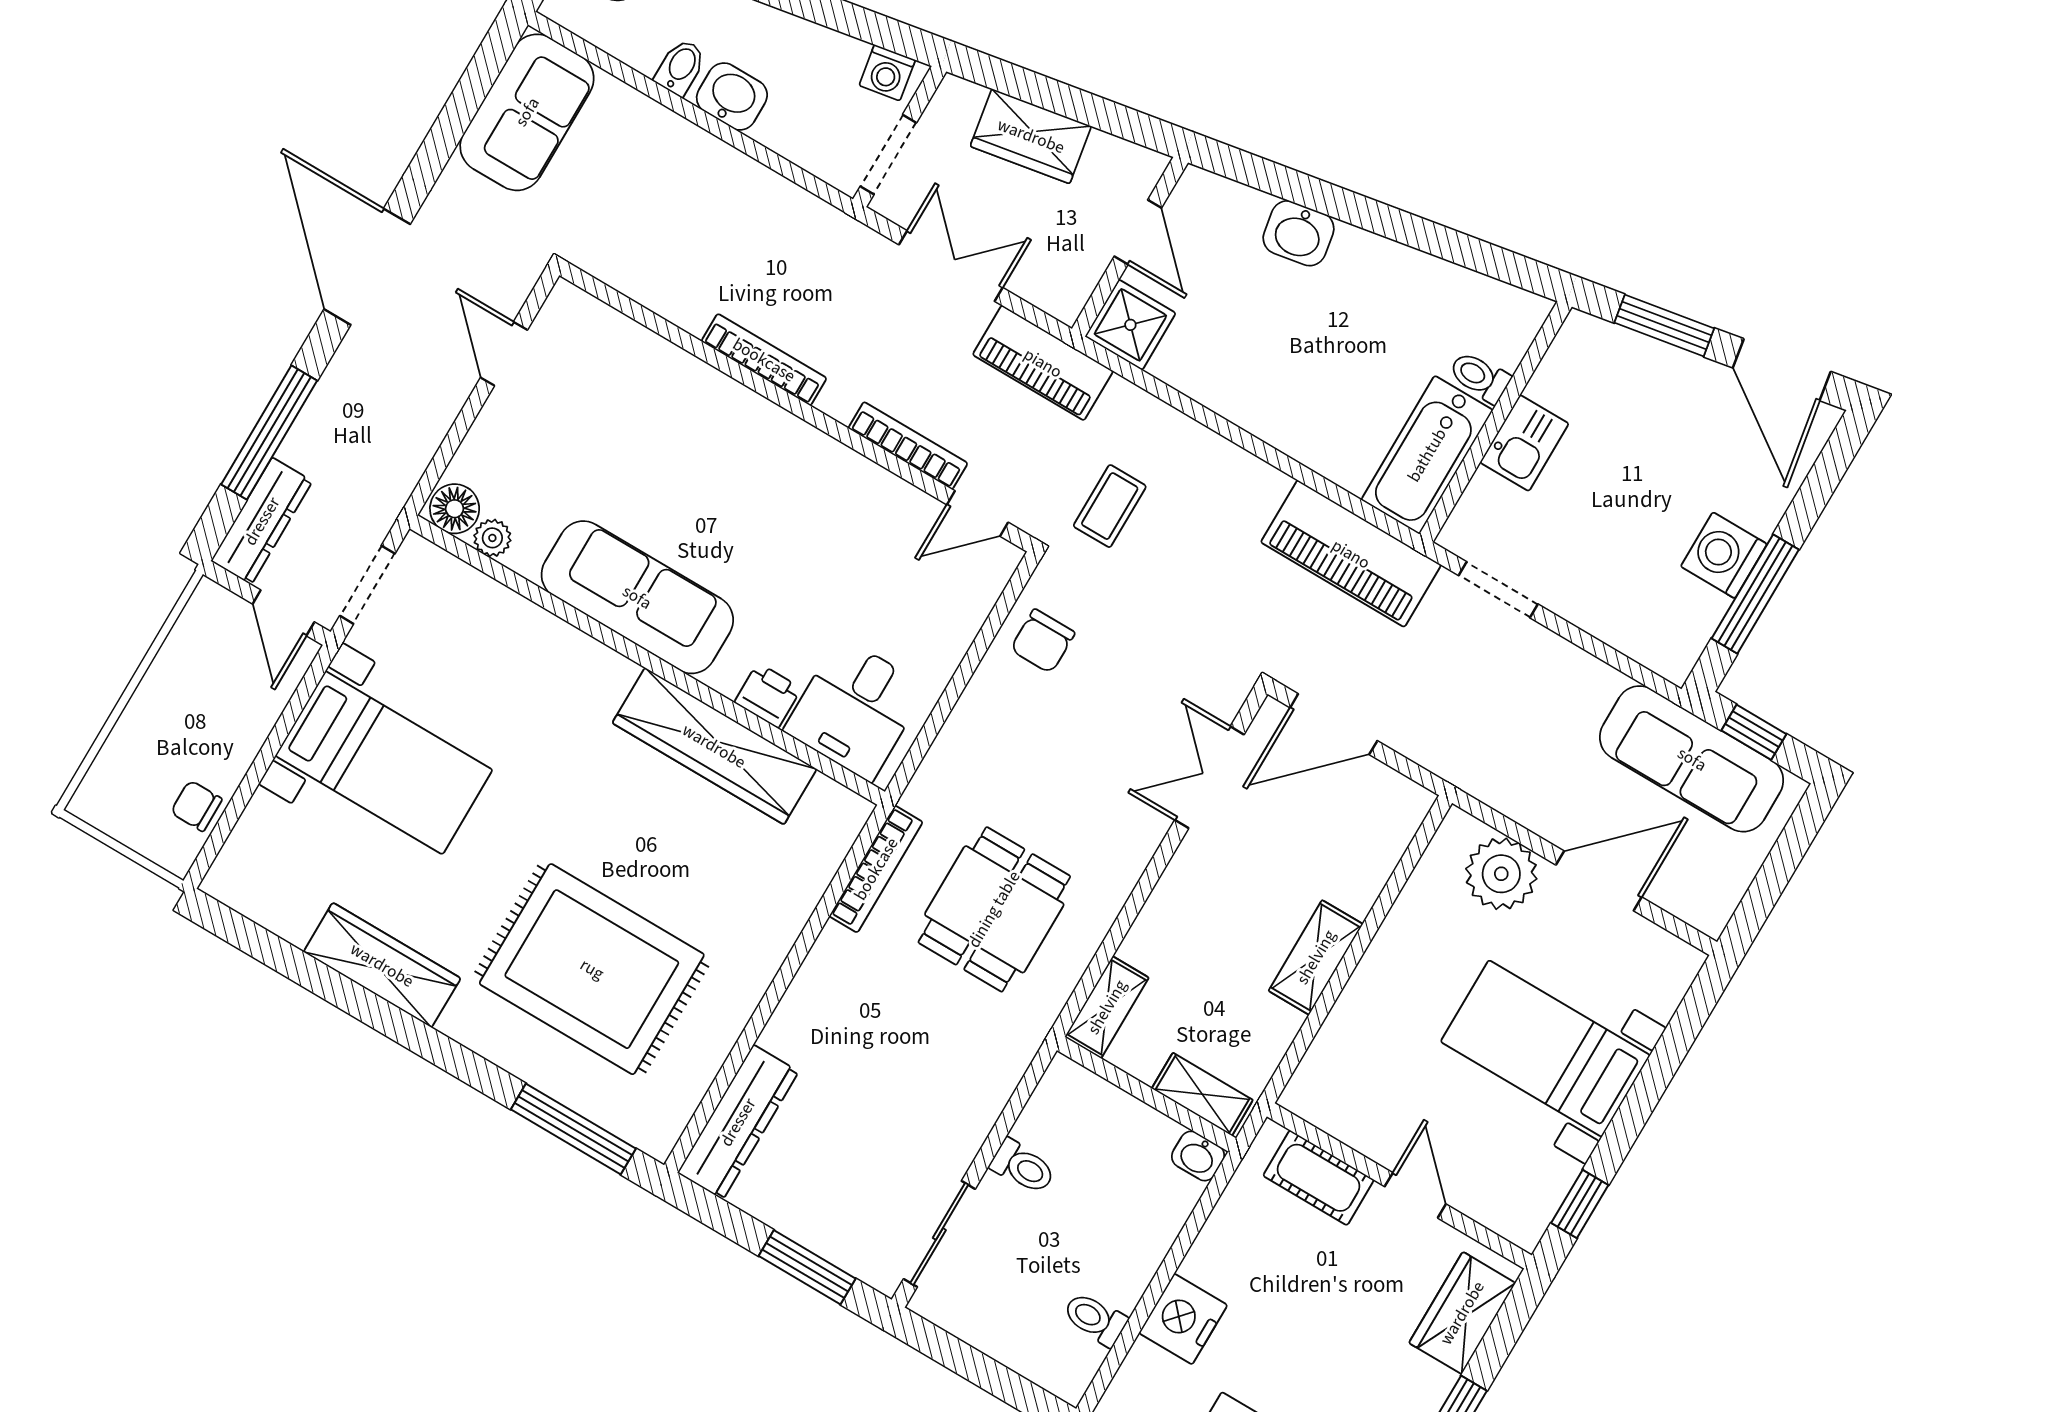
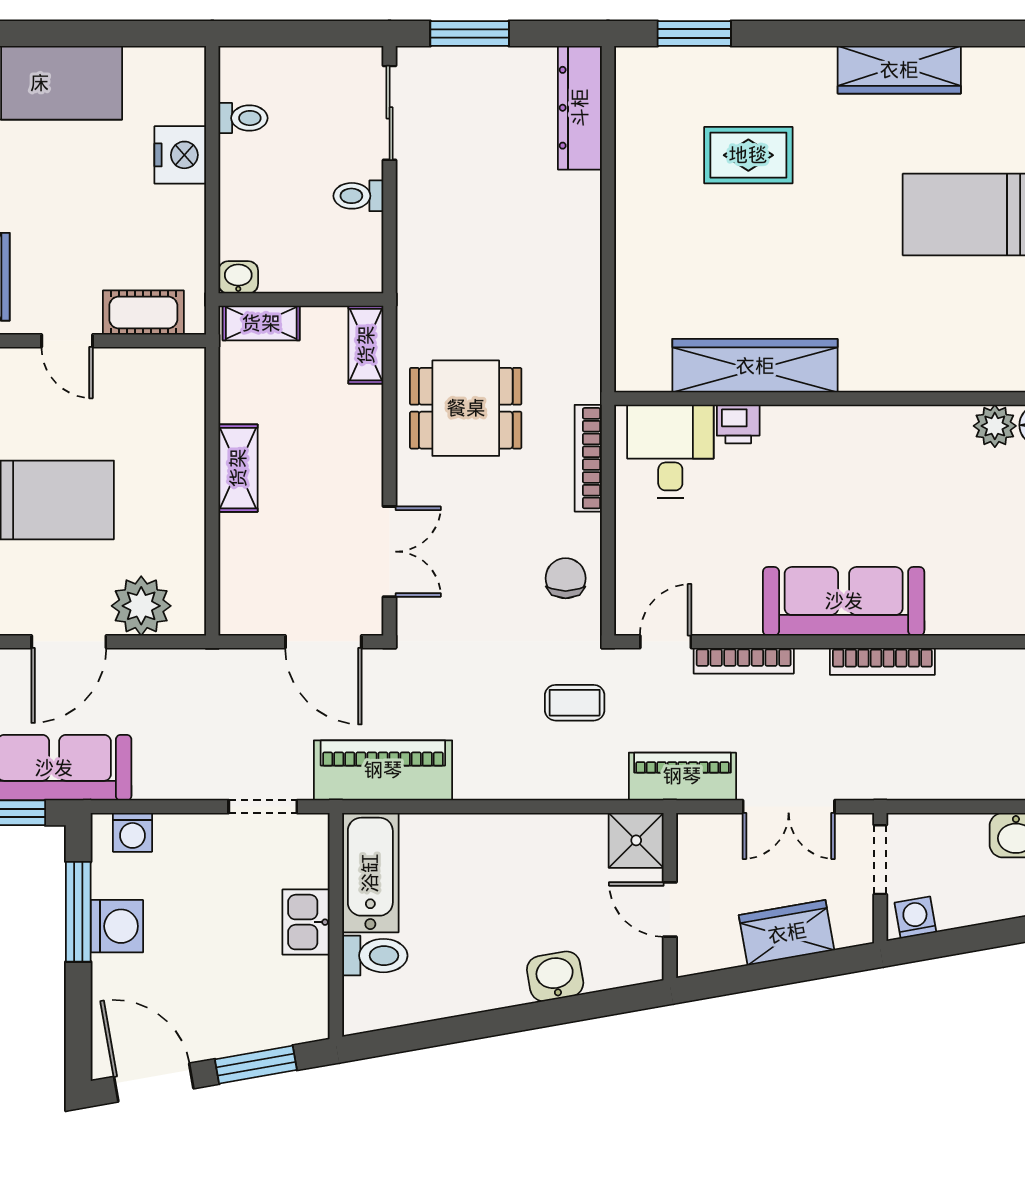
toilet: (1480, 377) -> (375, 956), width x1.37, depth x1.39
coffee table: (1110, 506) -> (575, 703), turned 90
plant: (492, 538) -> (995, 426), width x1.38, depth x1.38
sofa: (637, 597) -> (844, 601), moved, turned 180
washing machine: (1650, 643) -> (133, 832), added
door: (1334, 724) -> (323, 642), swing flipped
bookcase: (876, 869) -> (588, 458), moved
dining table: (994, 909) -> (466, 408), moved, turned 90
rug: (592, 969) -> (748, 155), width x0.54, depth x0.49
window: (573, 1129) -> (694, 34), width x0.69

